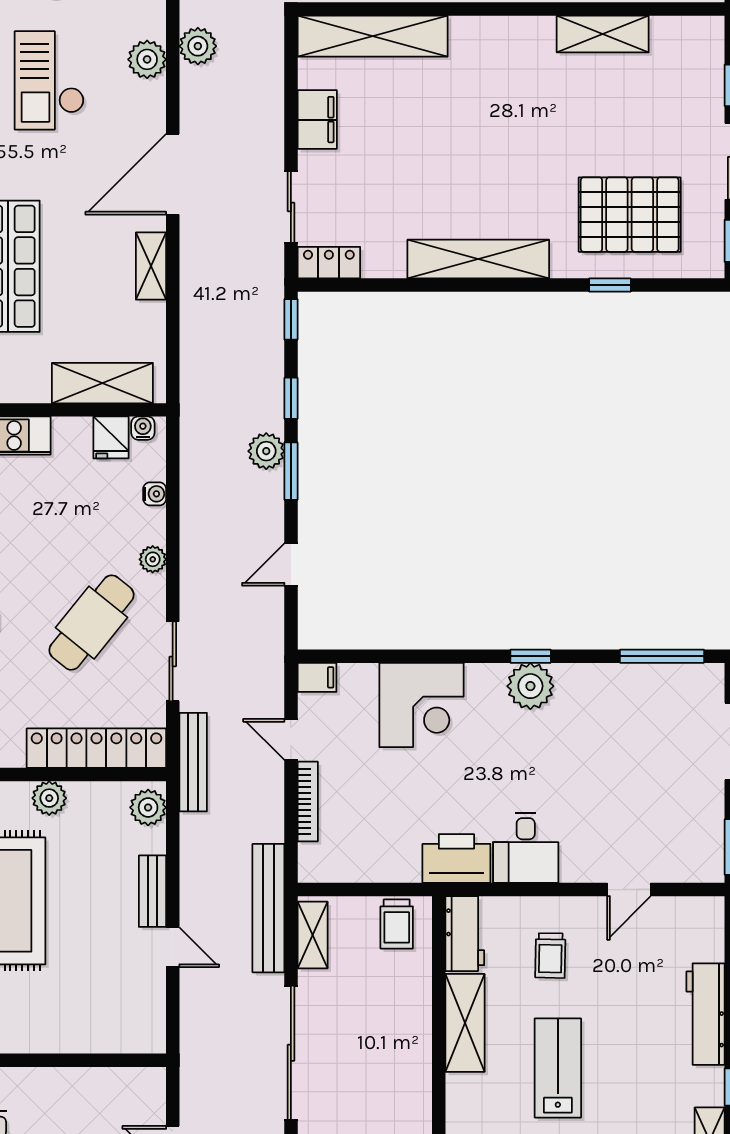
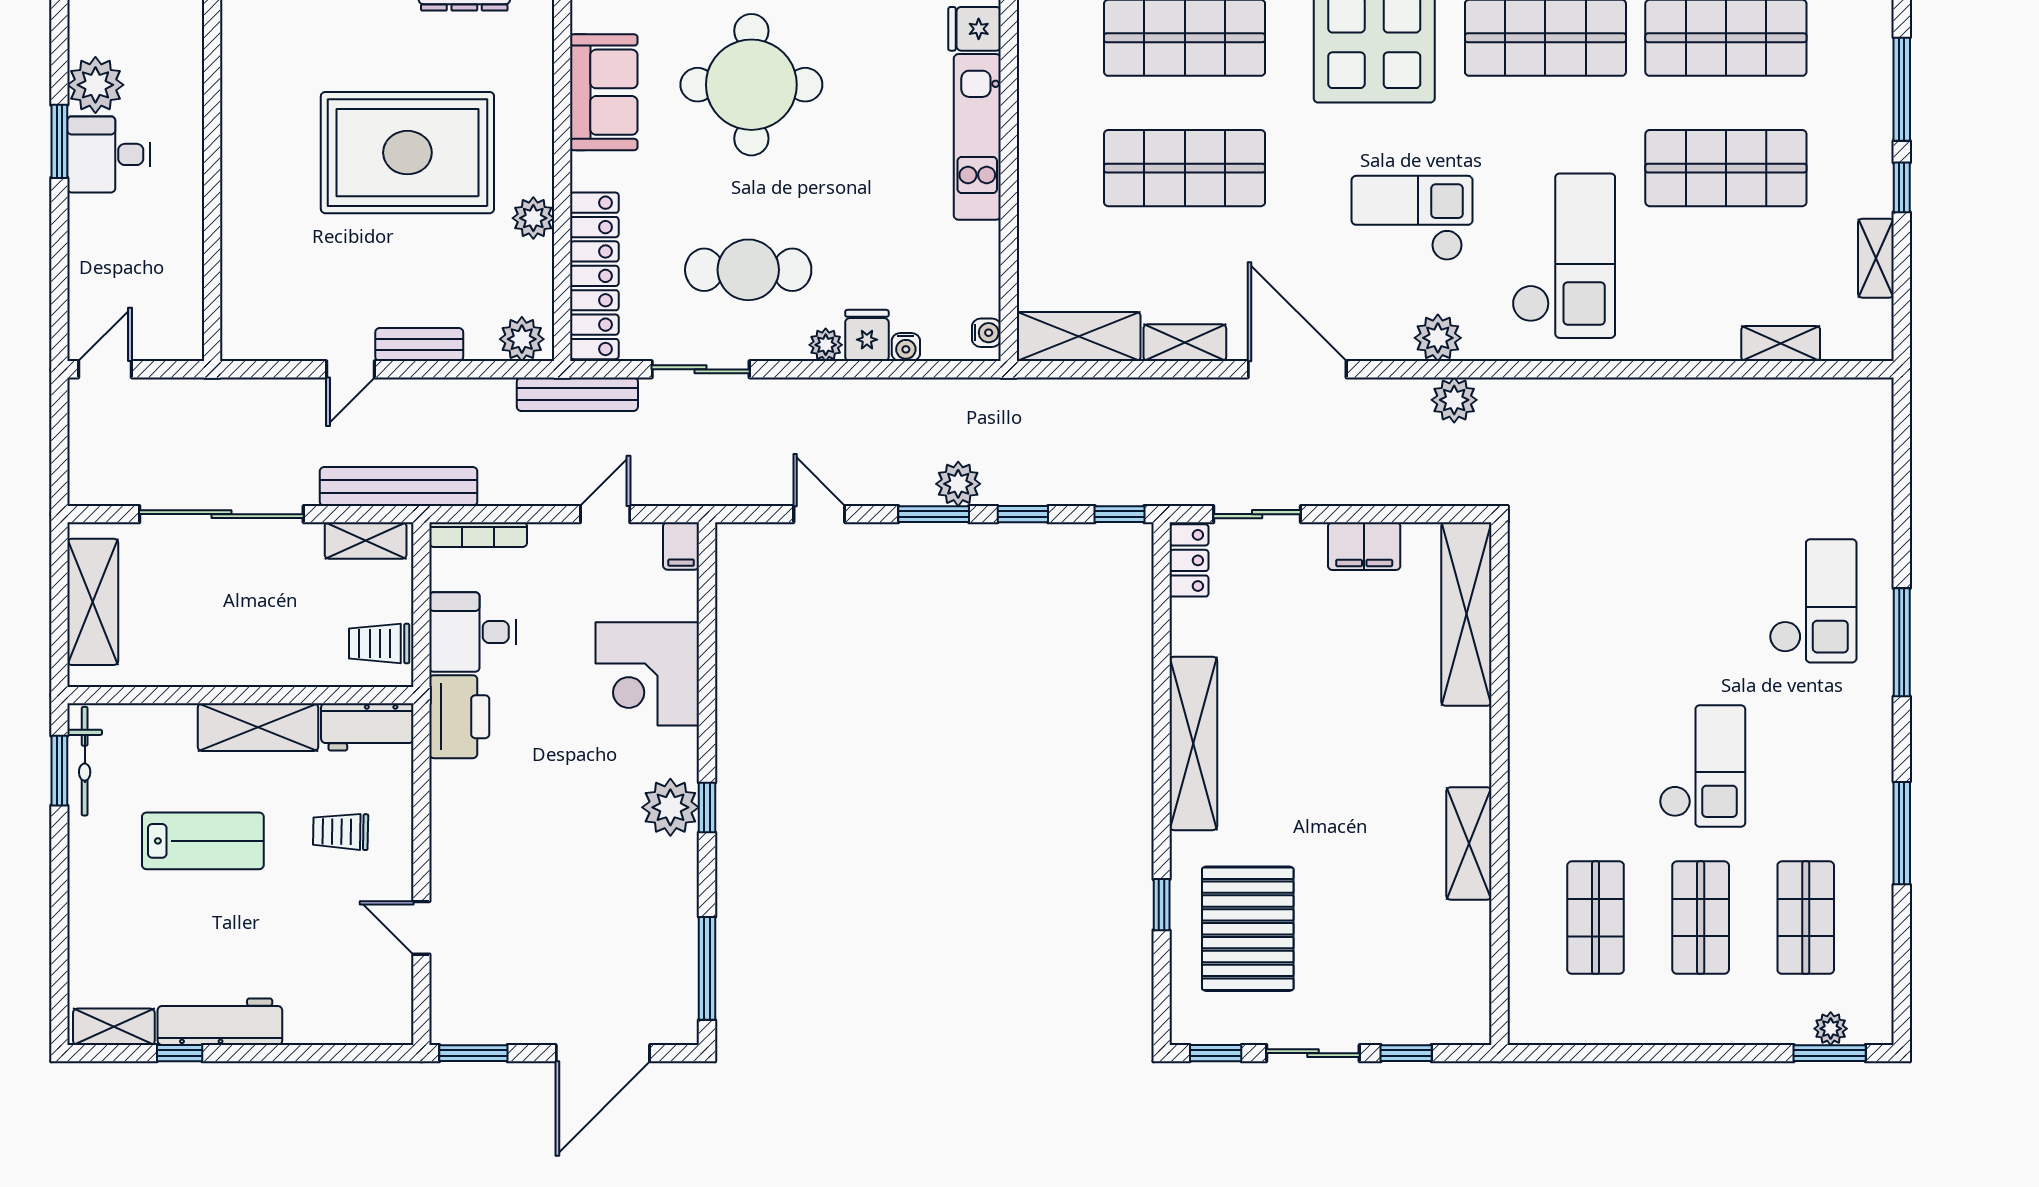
shelving: (603, 34) -> (1469, 843), moved
shelving: (102, 383) -> (1079, 336), moved, turned 90
fridge: (111, 437) -> (867, 335), moved, turned 90
cafe table: (92, 623) -> (748, 270), turned -39
bookcase: (308, 802) -> (478, 535), moved
desk: (526, 848) -> (472, 632), moved
workbench: (706, 1014) -> (220, 1022), moved

